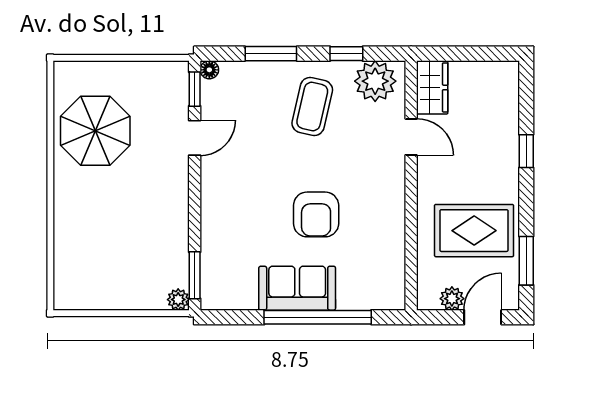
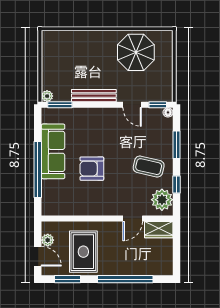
window: (526, 151) -> (125, 279), width x3.17
bench: (177, 210) -> (94, 96), added
sofa: (297, 288) -> (53, 151), width x1.36

